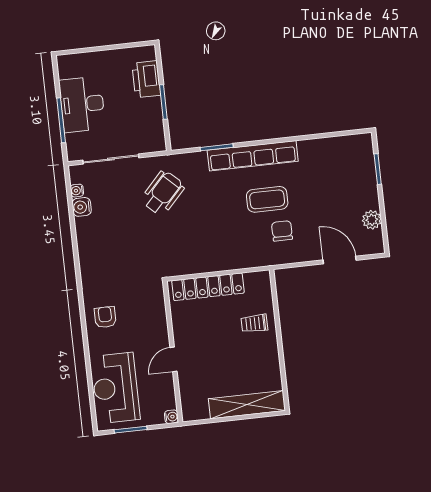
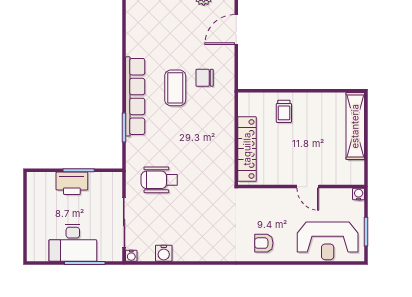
printer: (146, 79) -> (72, 183), moved
water cooler: (77, 191) -> (131, 256), moved
wheelchair: (163, 193) -> (159, 180), turned -43

